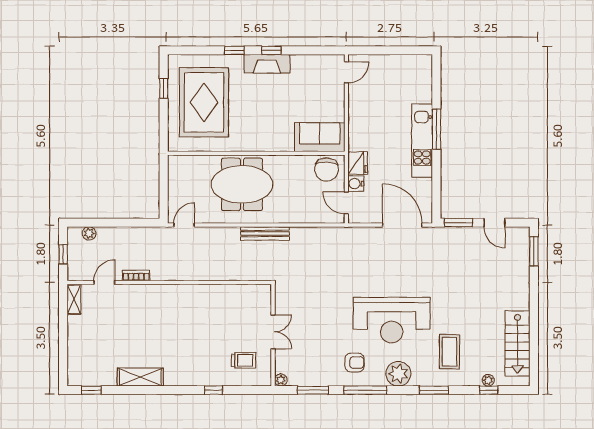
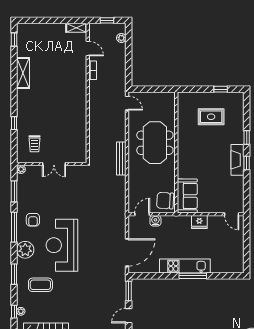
rug: (204, 102) -> (211, 117), width x0.54, depth x0.49
fridge: (358, 163) -> (199, 222), moved

